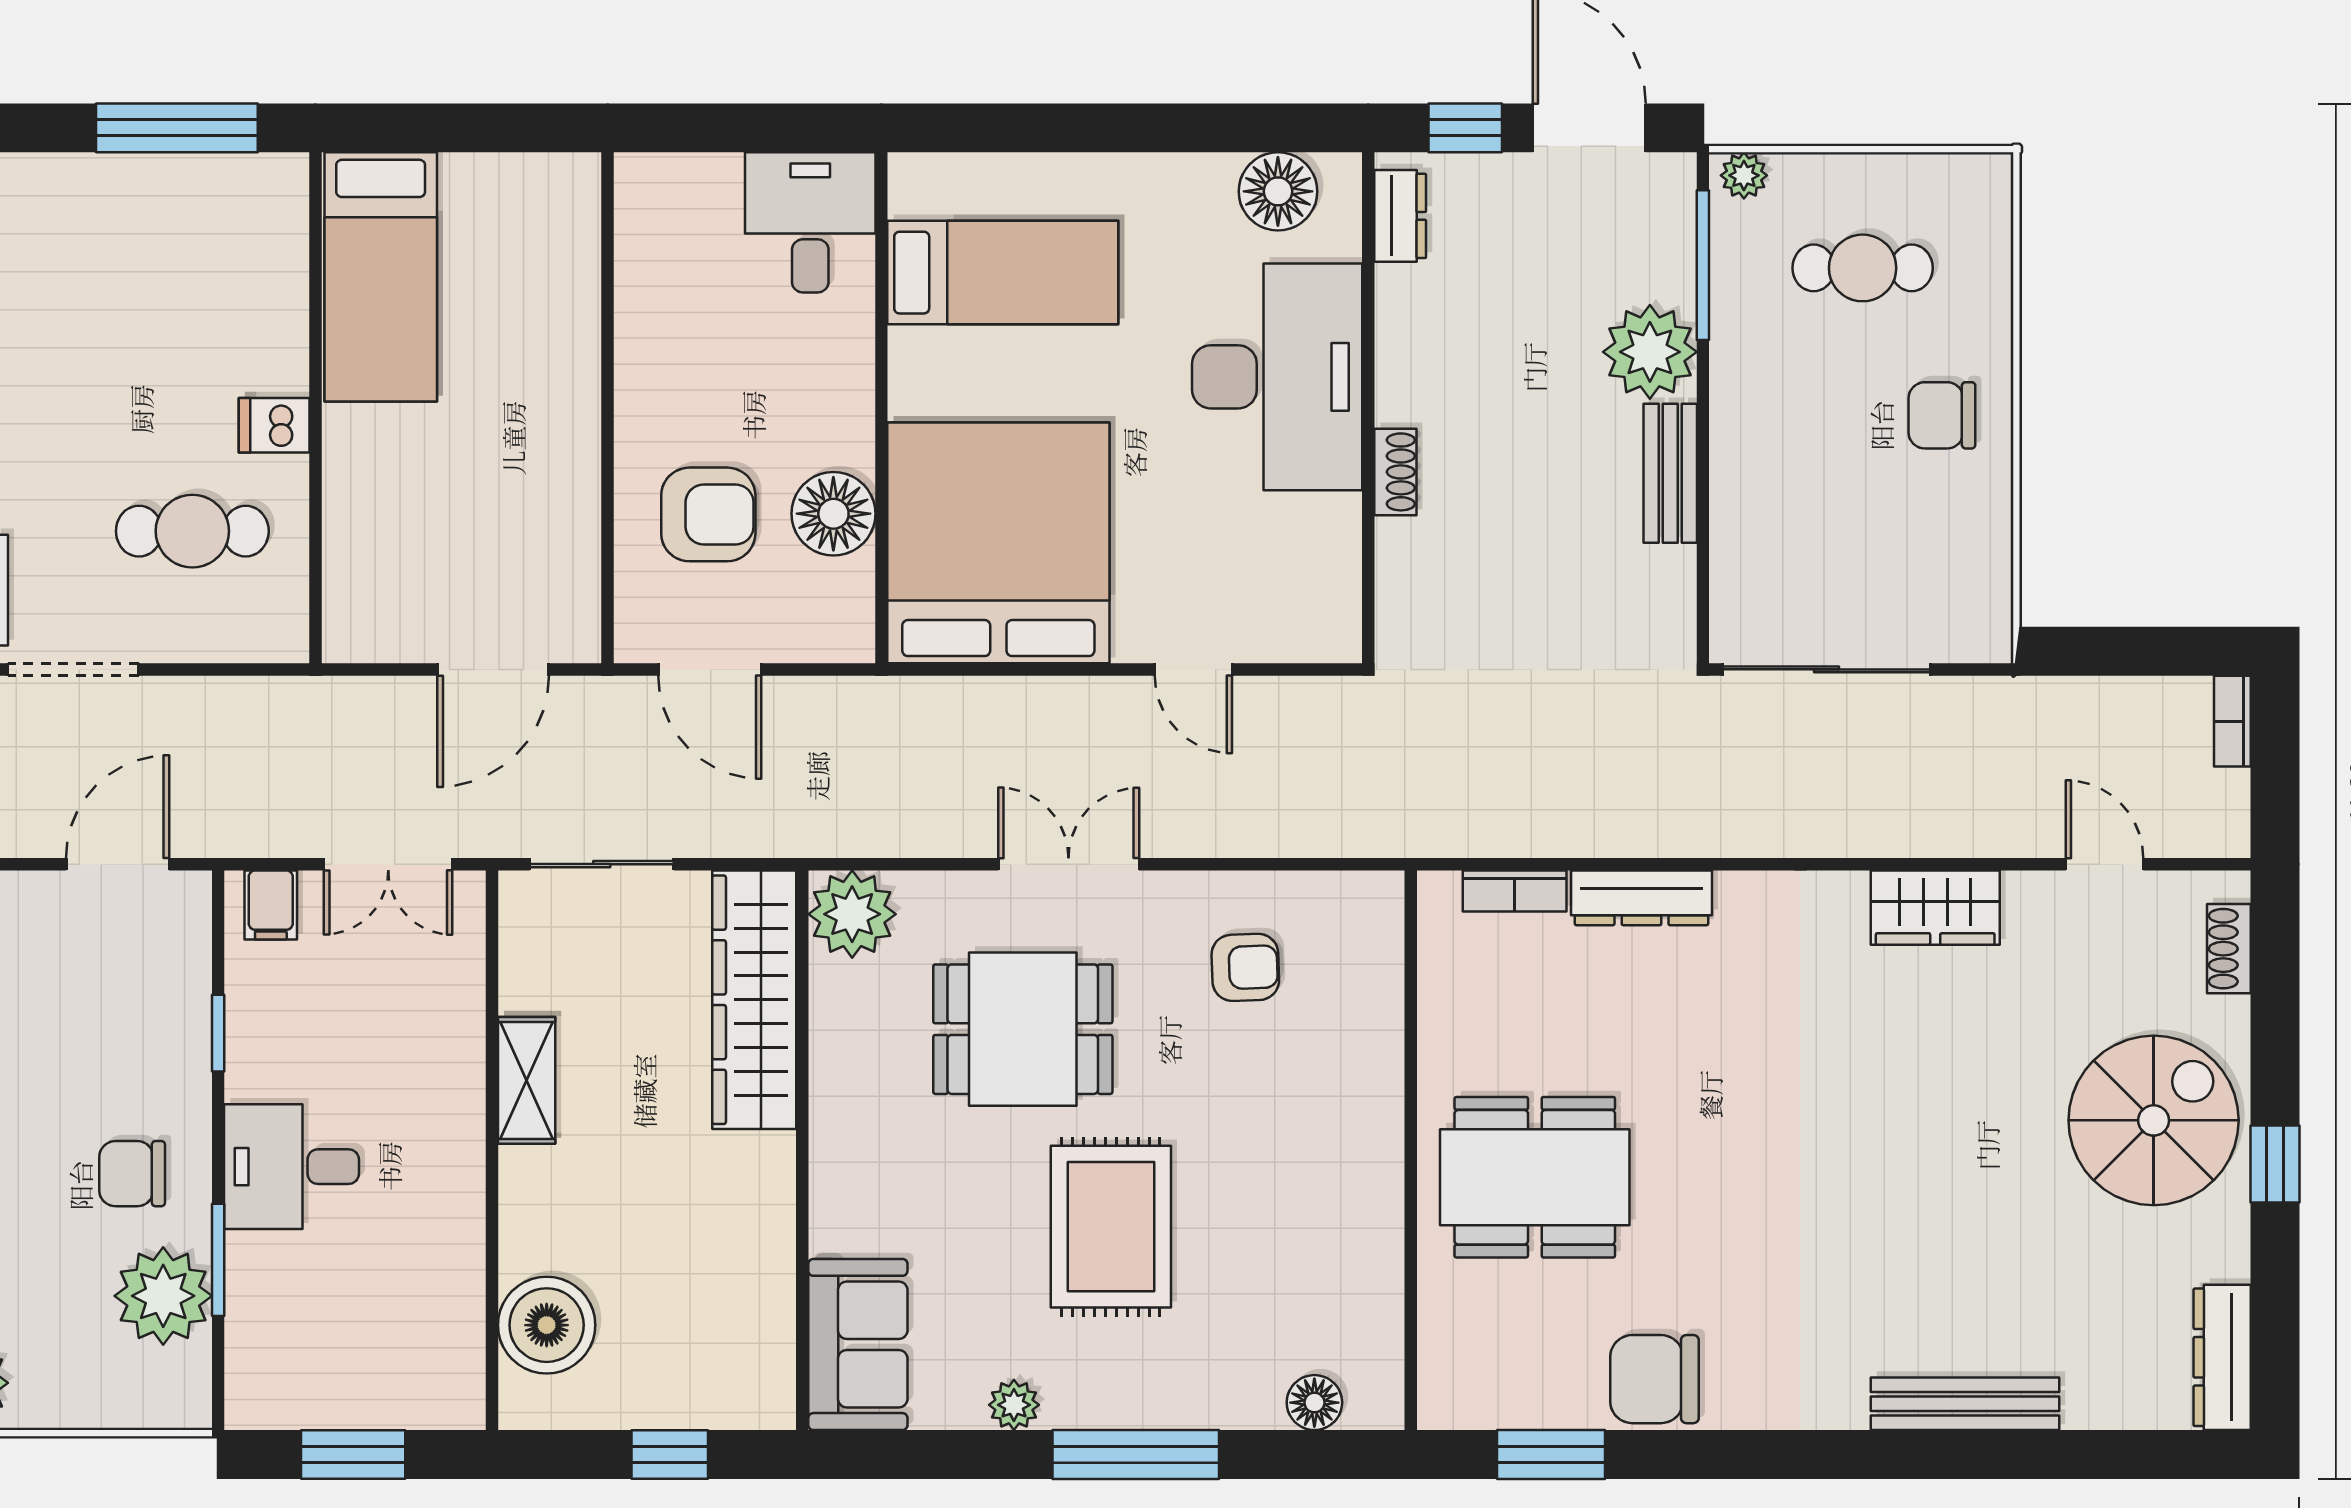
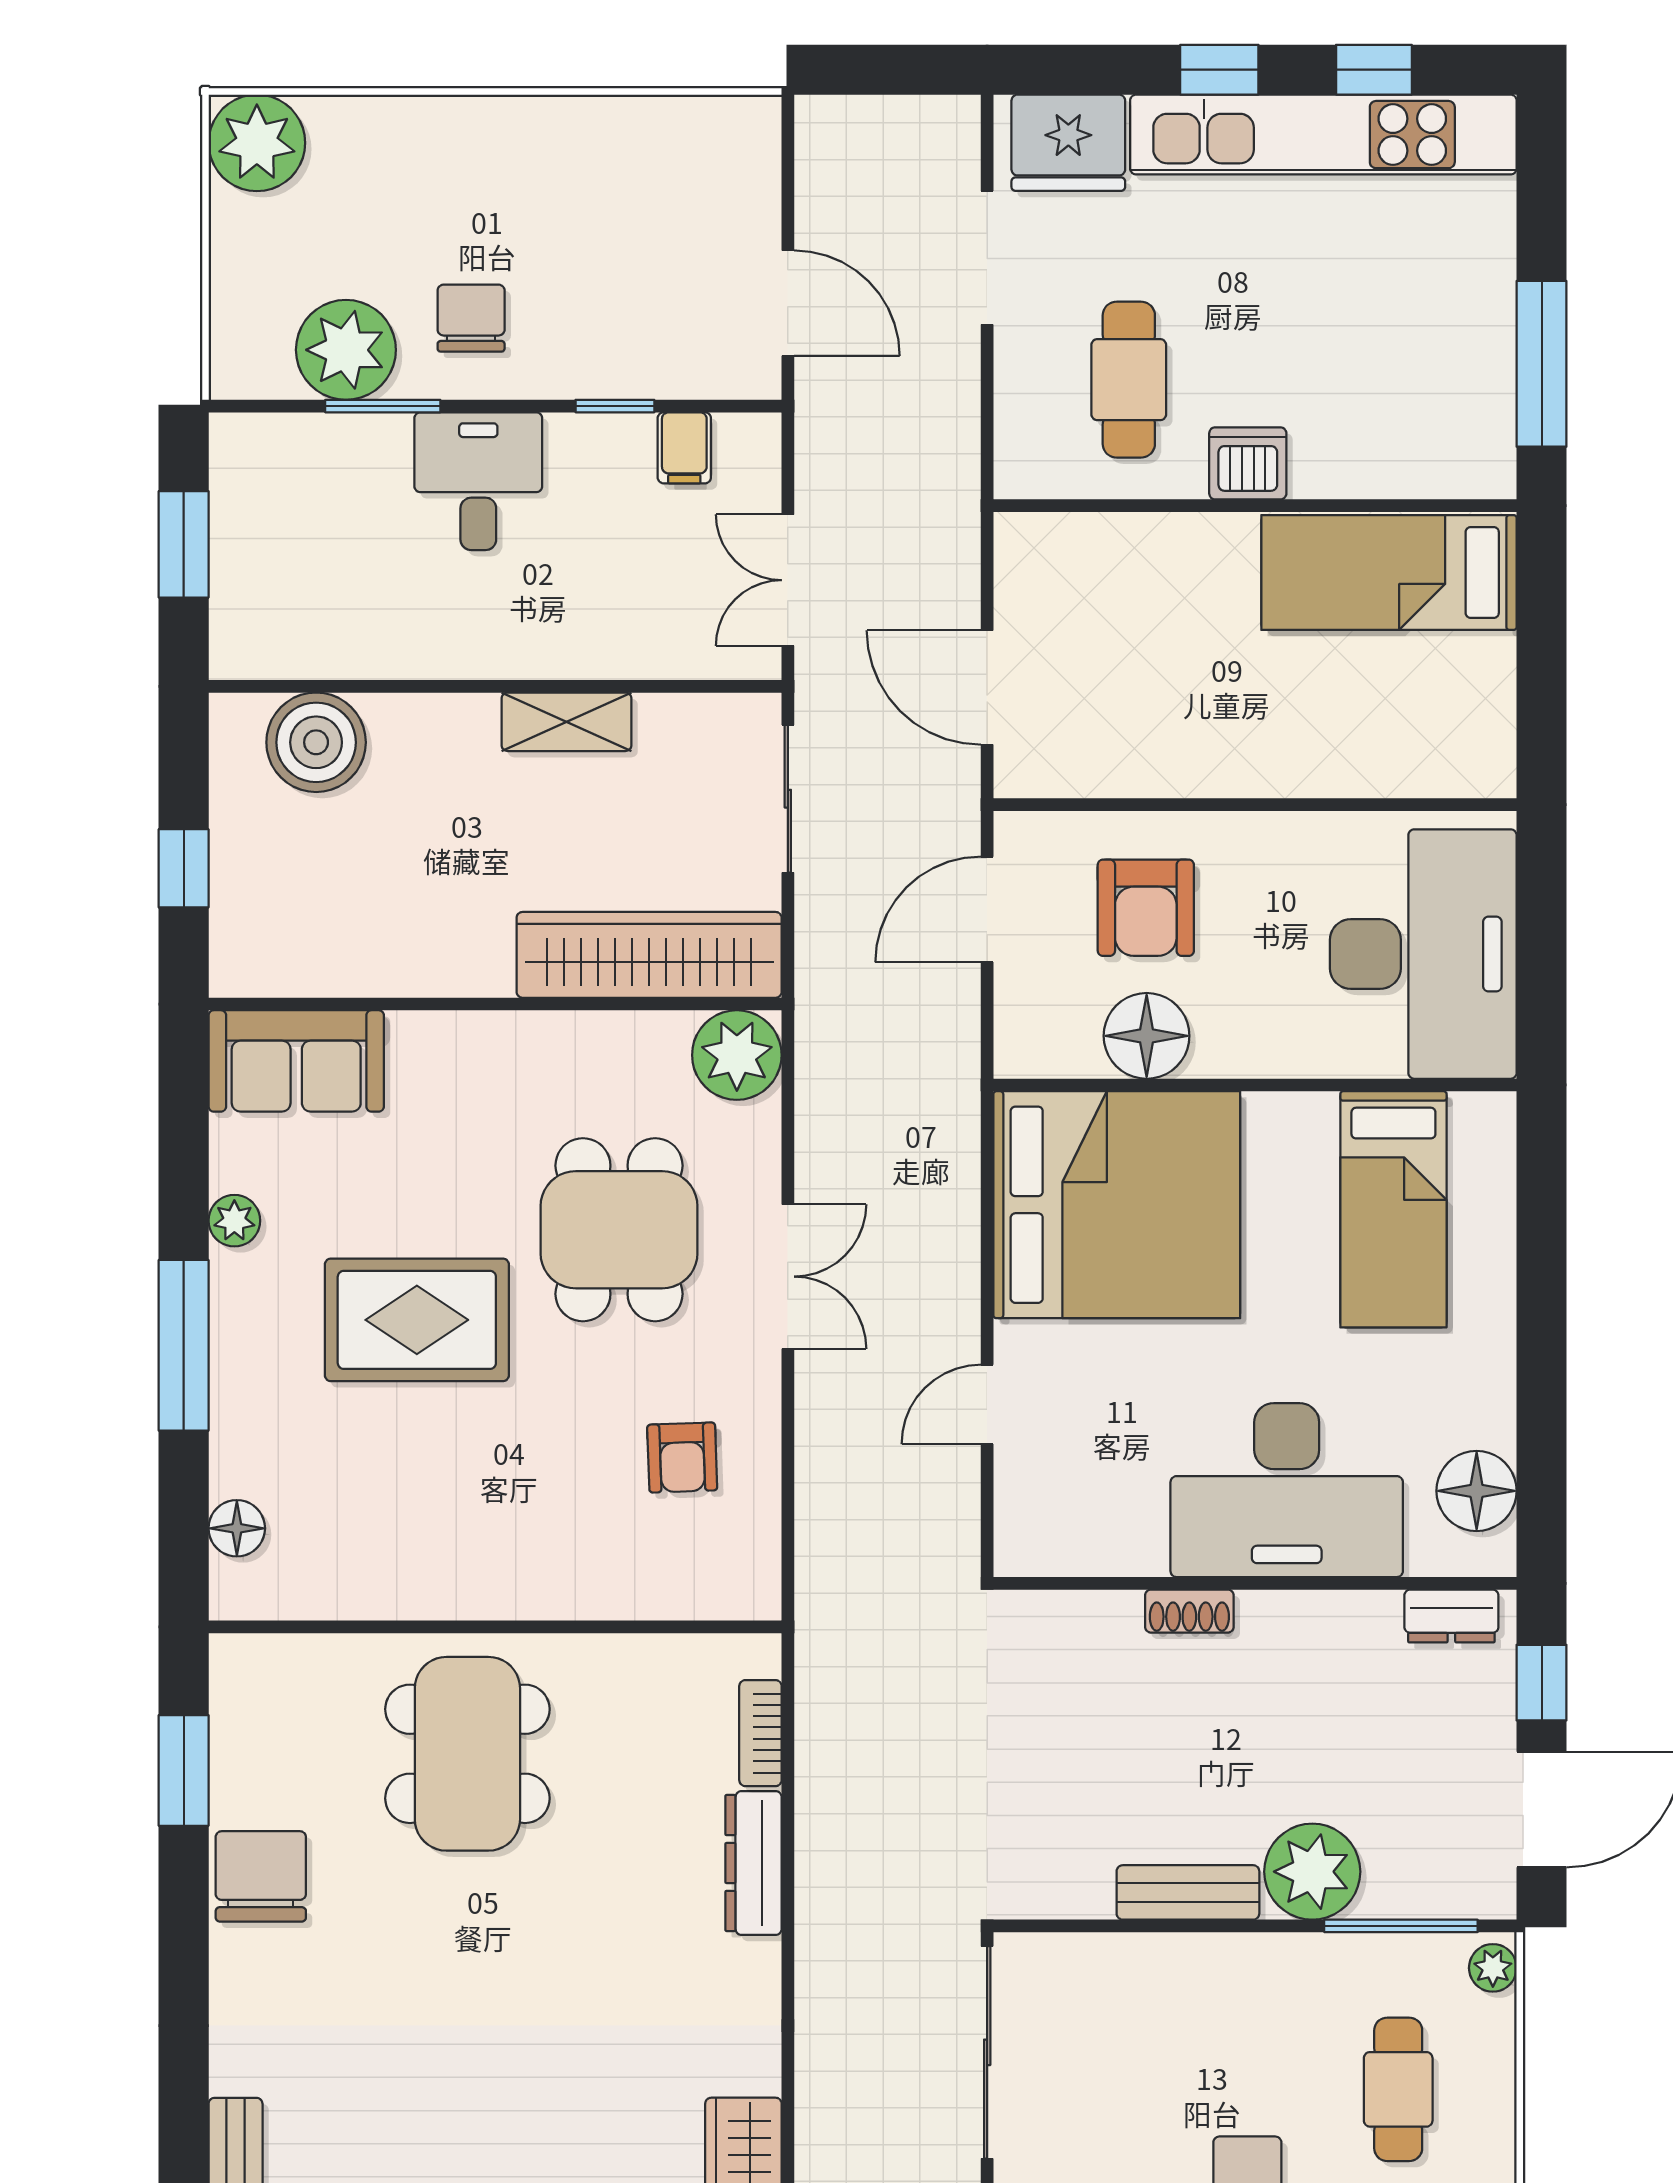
desk: (810, 222) -> (1423, 954), width x1.87, depth x1.30
dishwasher: (274, 425) -> (1248, 463), width x1.38
filing cabinet: (271, 905) -> (684, 448), moved, turned -90

